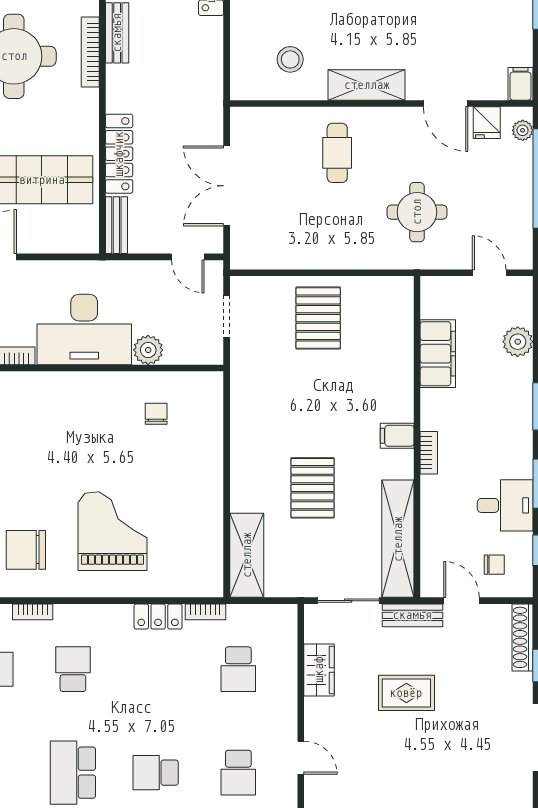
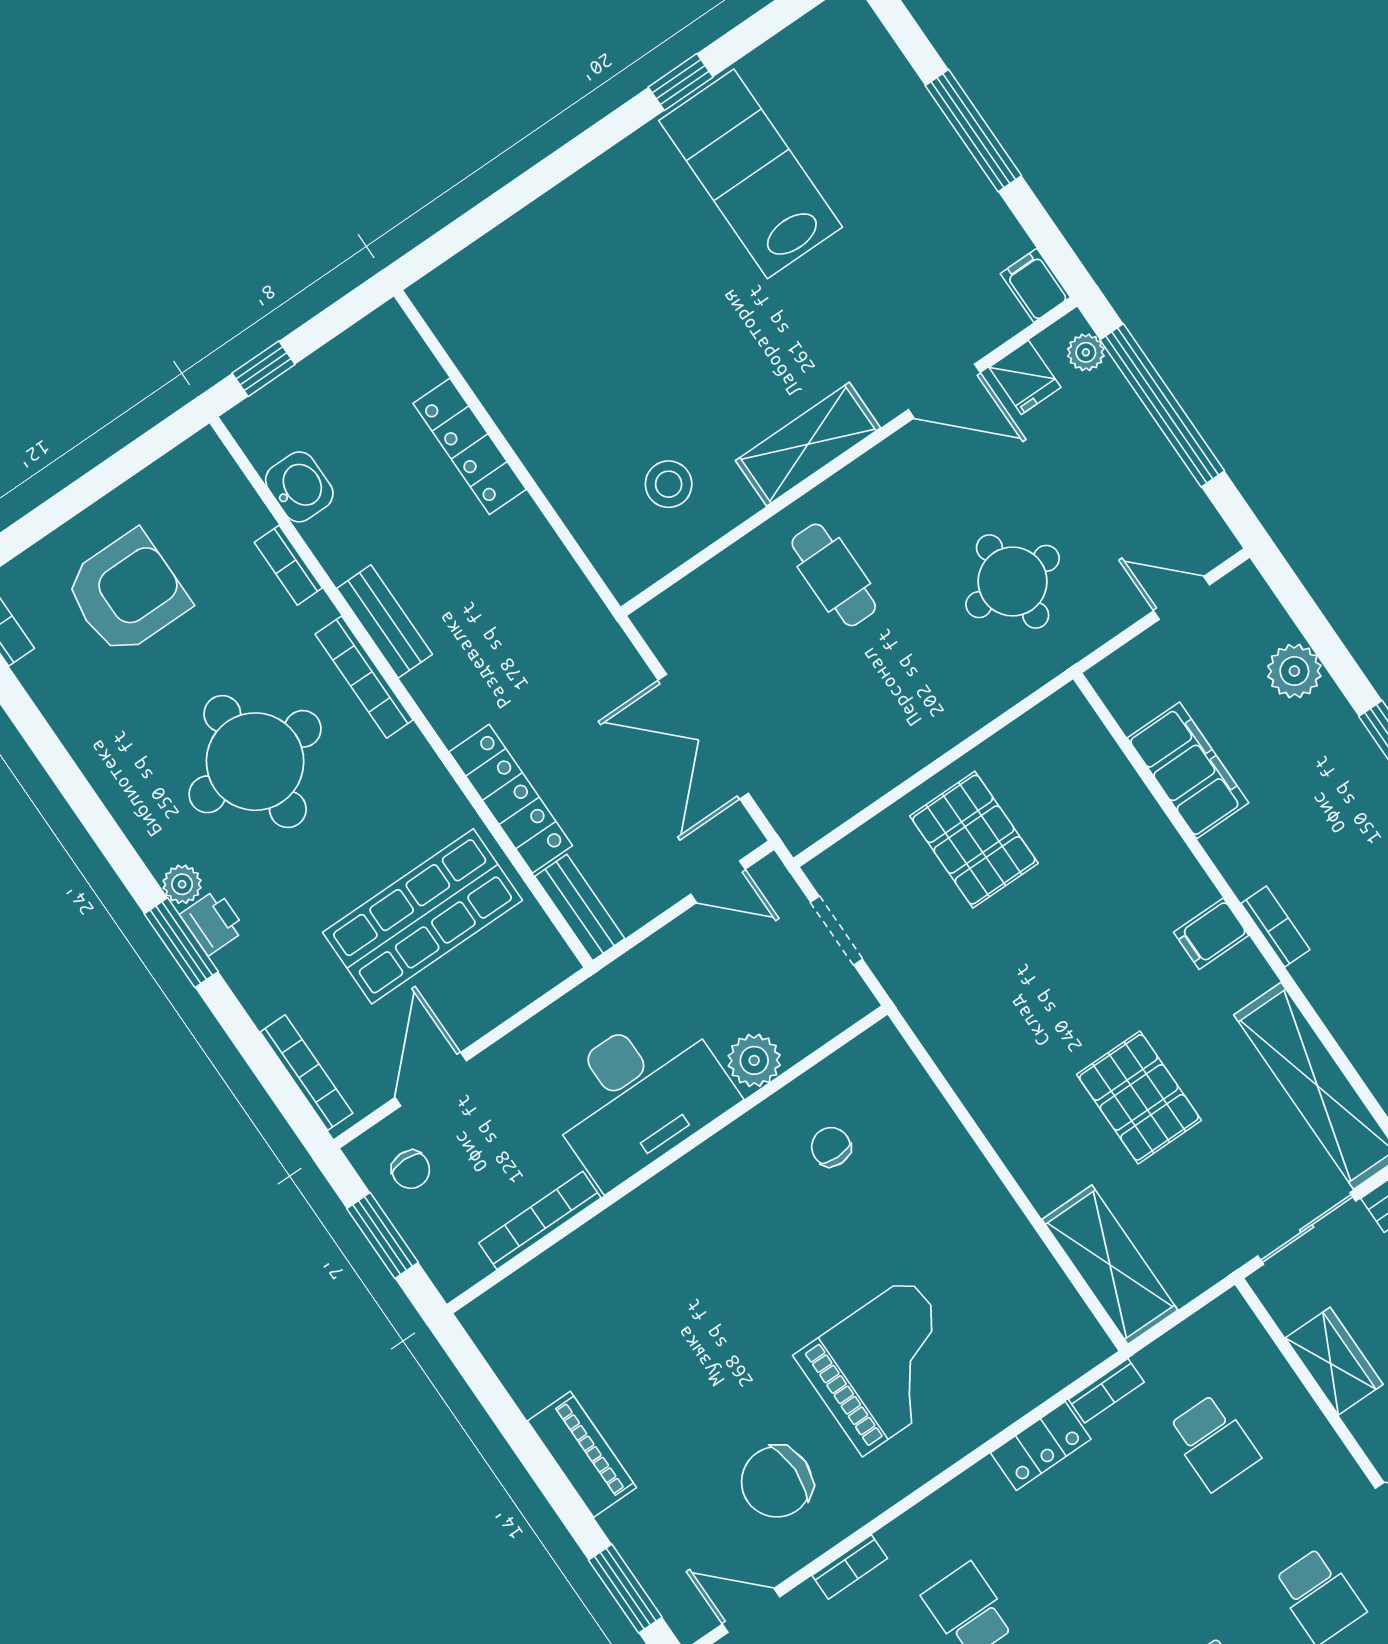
grand piano: (112, 531) -> (886, 1366), turned 90

